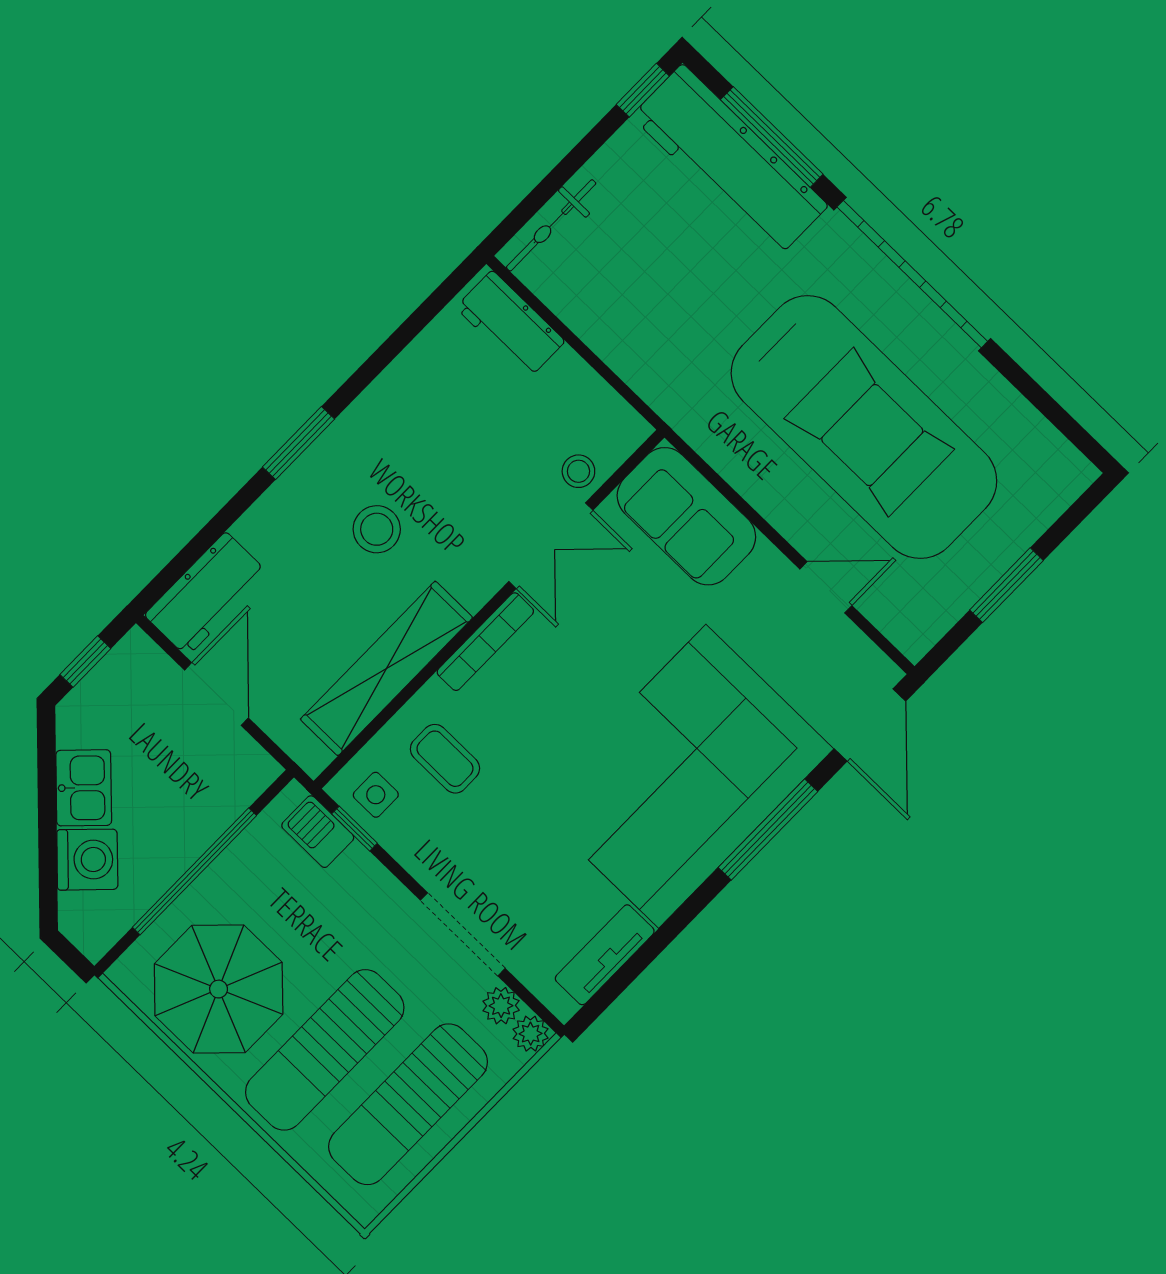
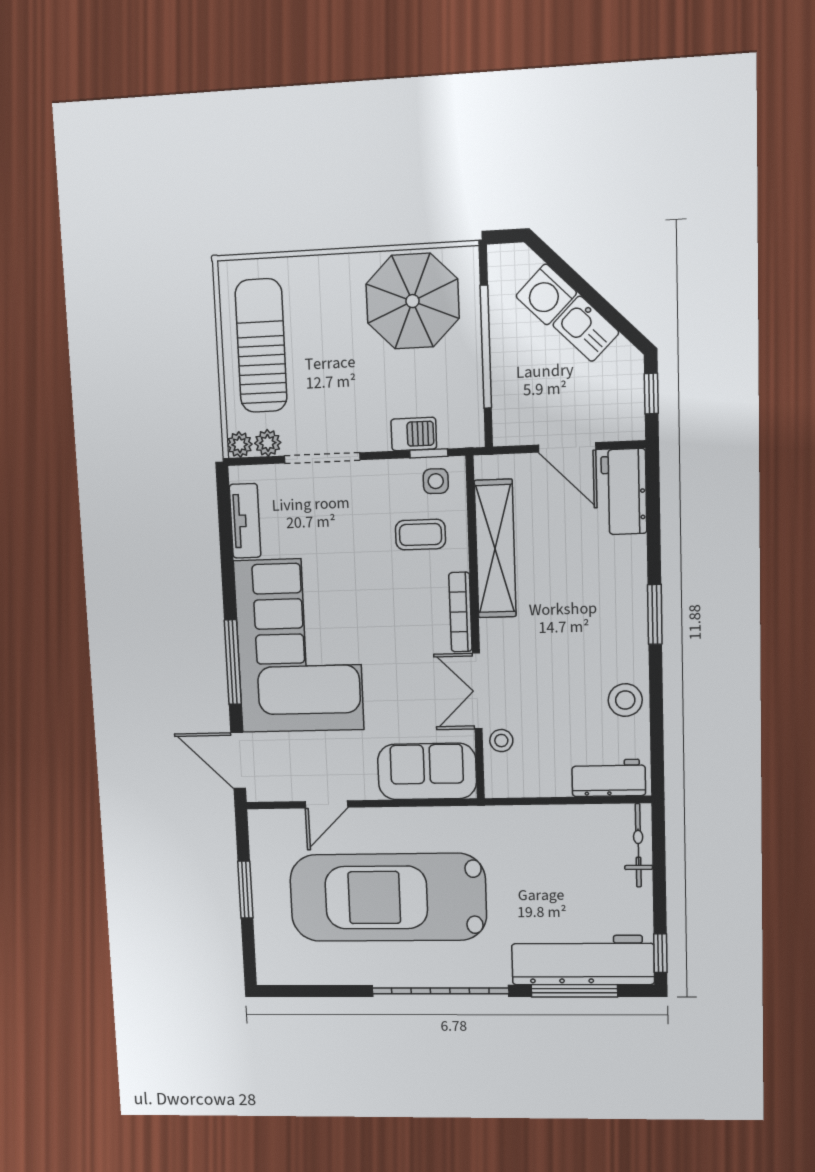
stool: (377, 529) -> (625, 700), moved
barbecue: (318, 832) -> (414, 434), moved
sun lounger: (325, 1050) -> (329, 328), removed

